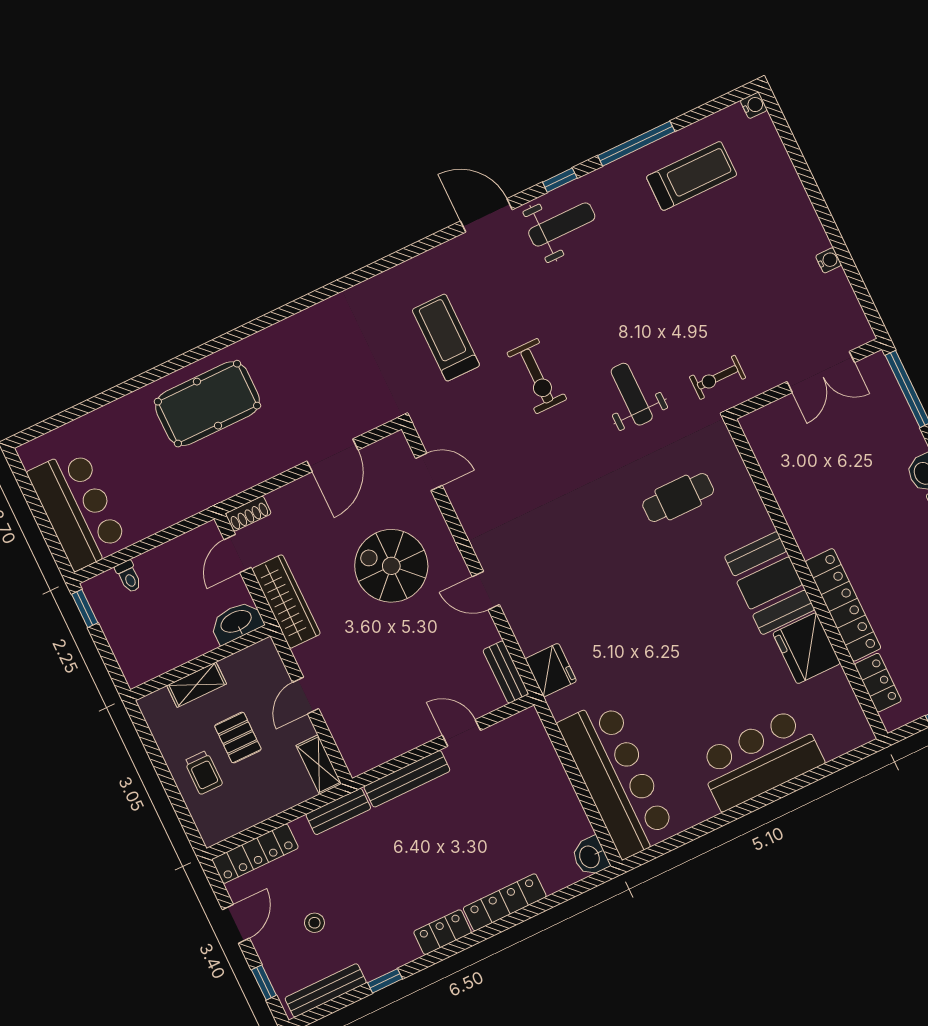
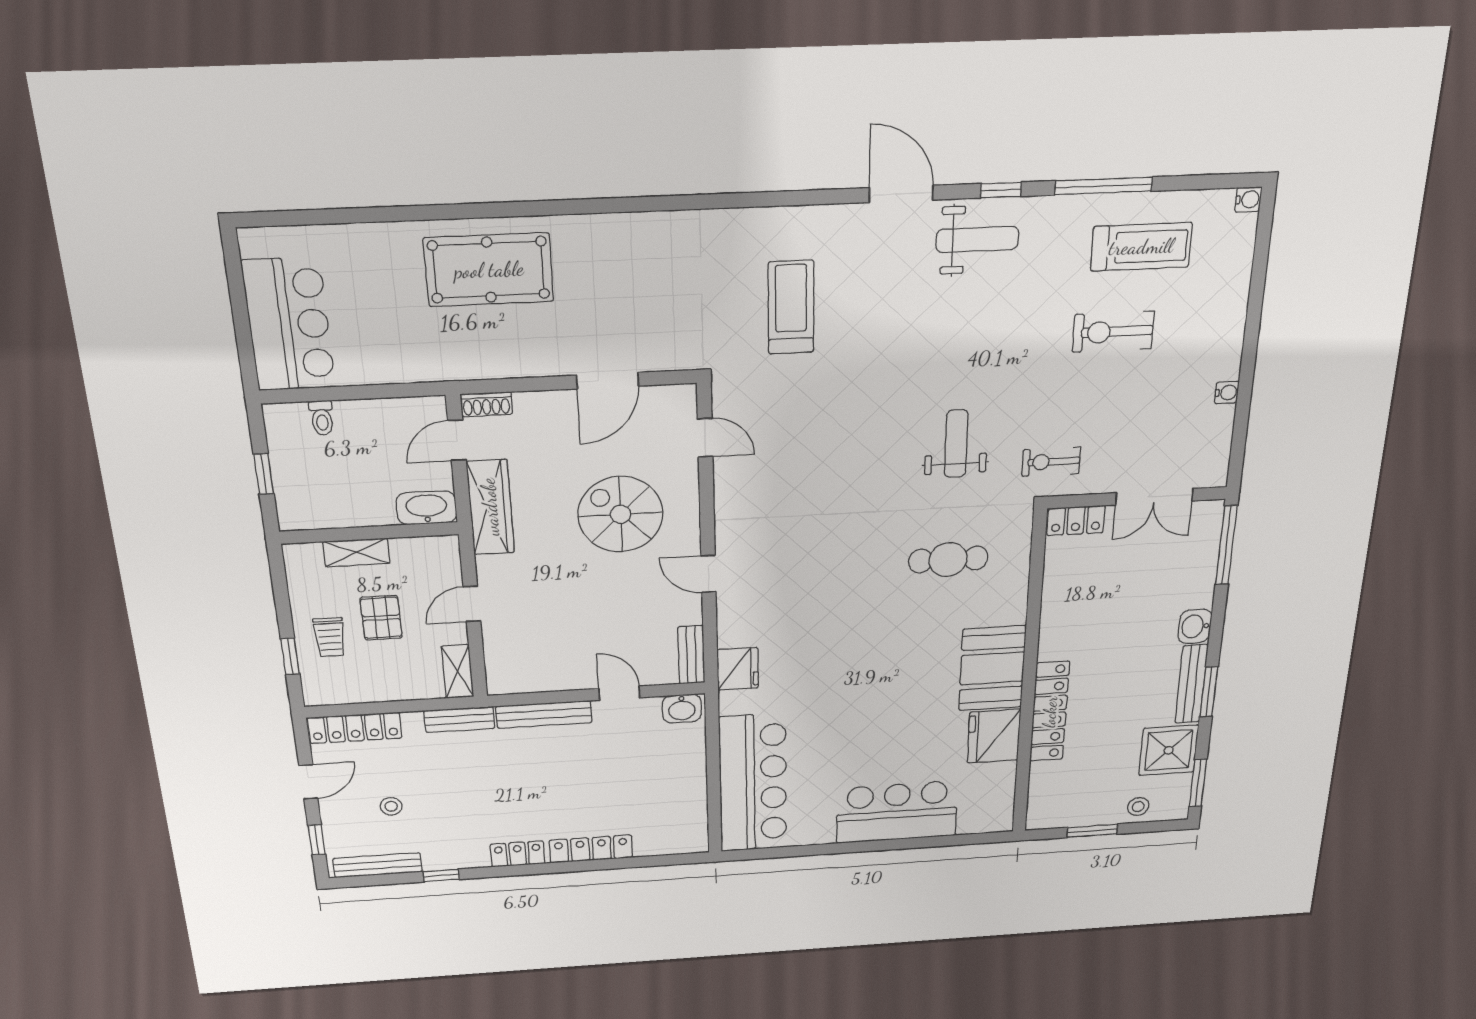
exercise bike: (537, 376) -> (1113, 332), moved, turned 90
window: (85, 609) -> (264, 474), moved
locker: (878, 683) -> (1076, 521), moved, turned 90
window: (178, 804) -> (290, 656), added
washbasin: (590, 856) -> (682, 709), moved, turned -90

